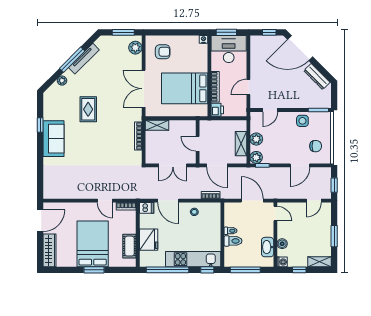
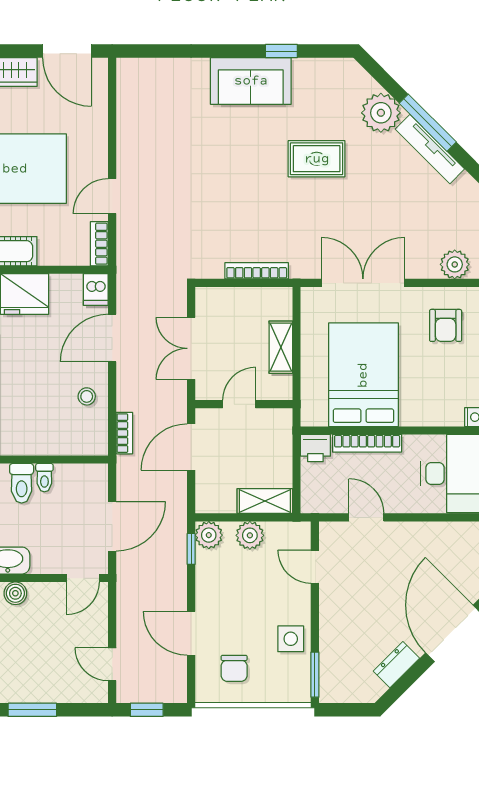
dresser: (317, 77) -> (396, 665), width x0.70
plant: (62, 81) -> (381, 113), width x1.88, depth x1.88
shelving: (157, 125) -> (281, 347), moved
shelving: (241, 144) -> (265, 501), moved

